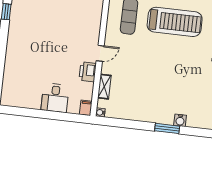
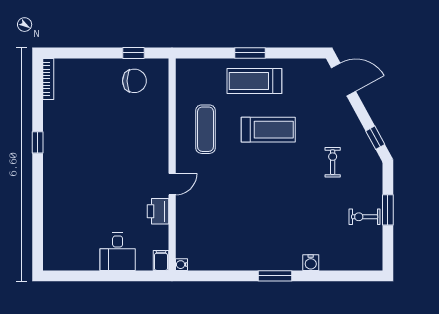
treadmill: (175, 22) -> (268, 130), width x0.73, depth x0.73
shelving: (104, 87) -> (183, 229), removed
water cooler: (180, 120) -> (311, 263), moved

